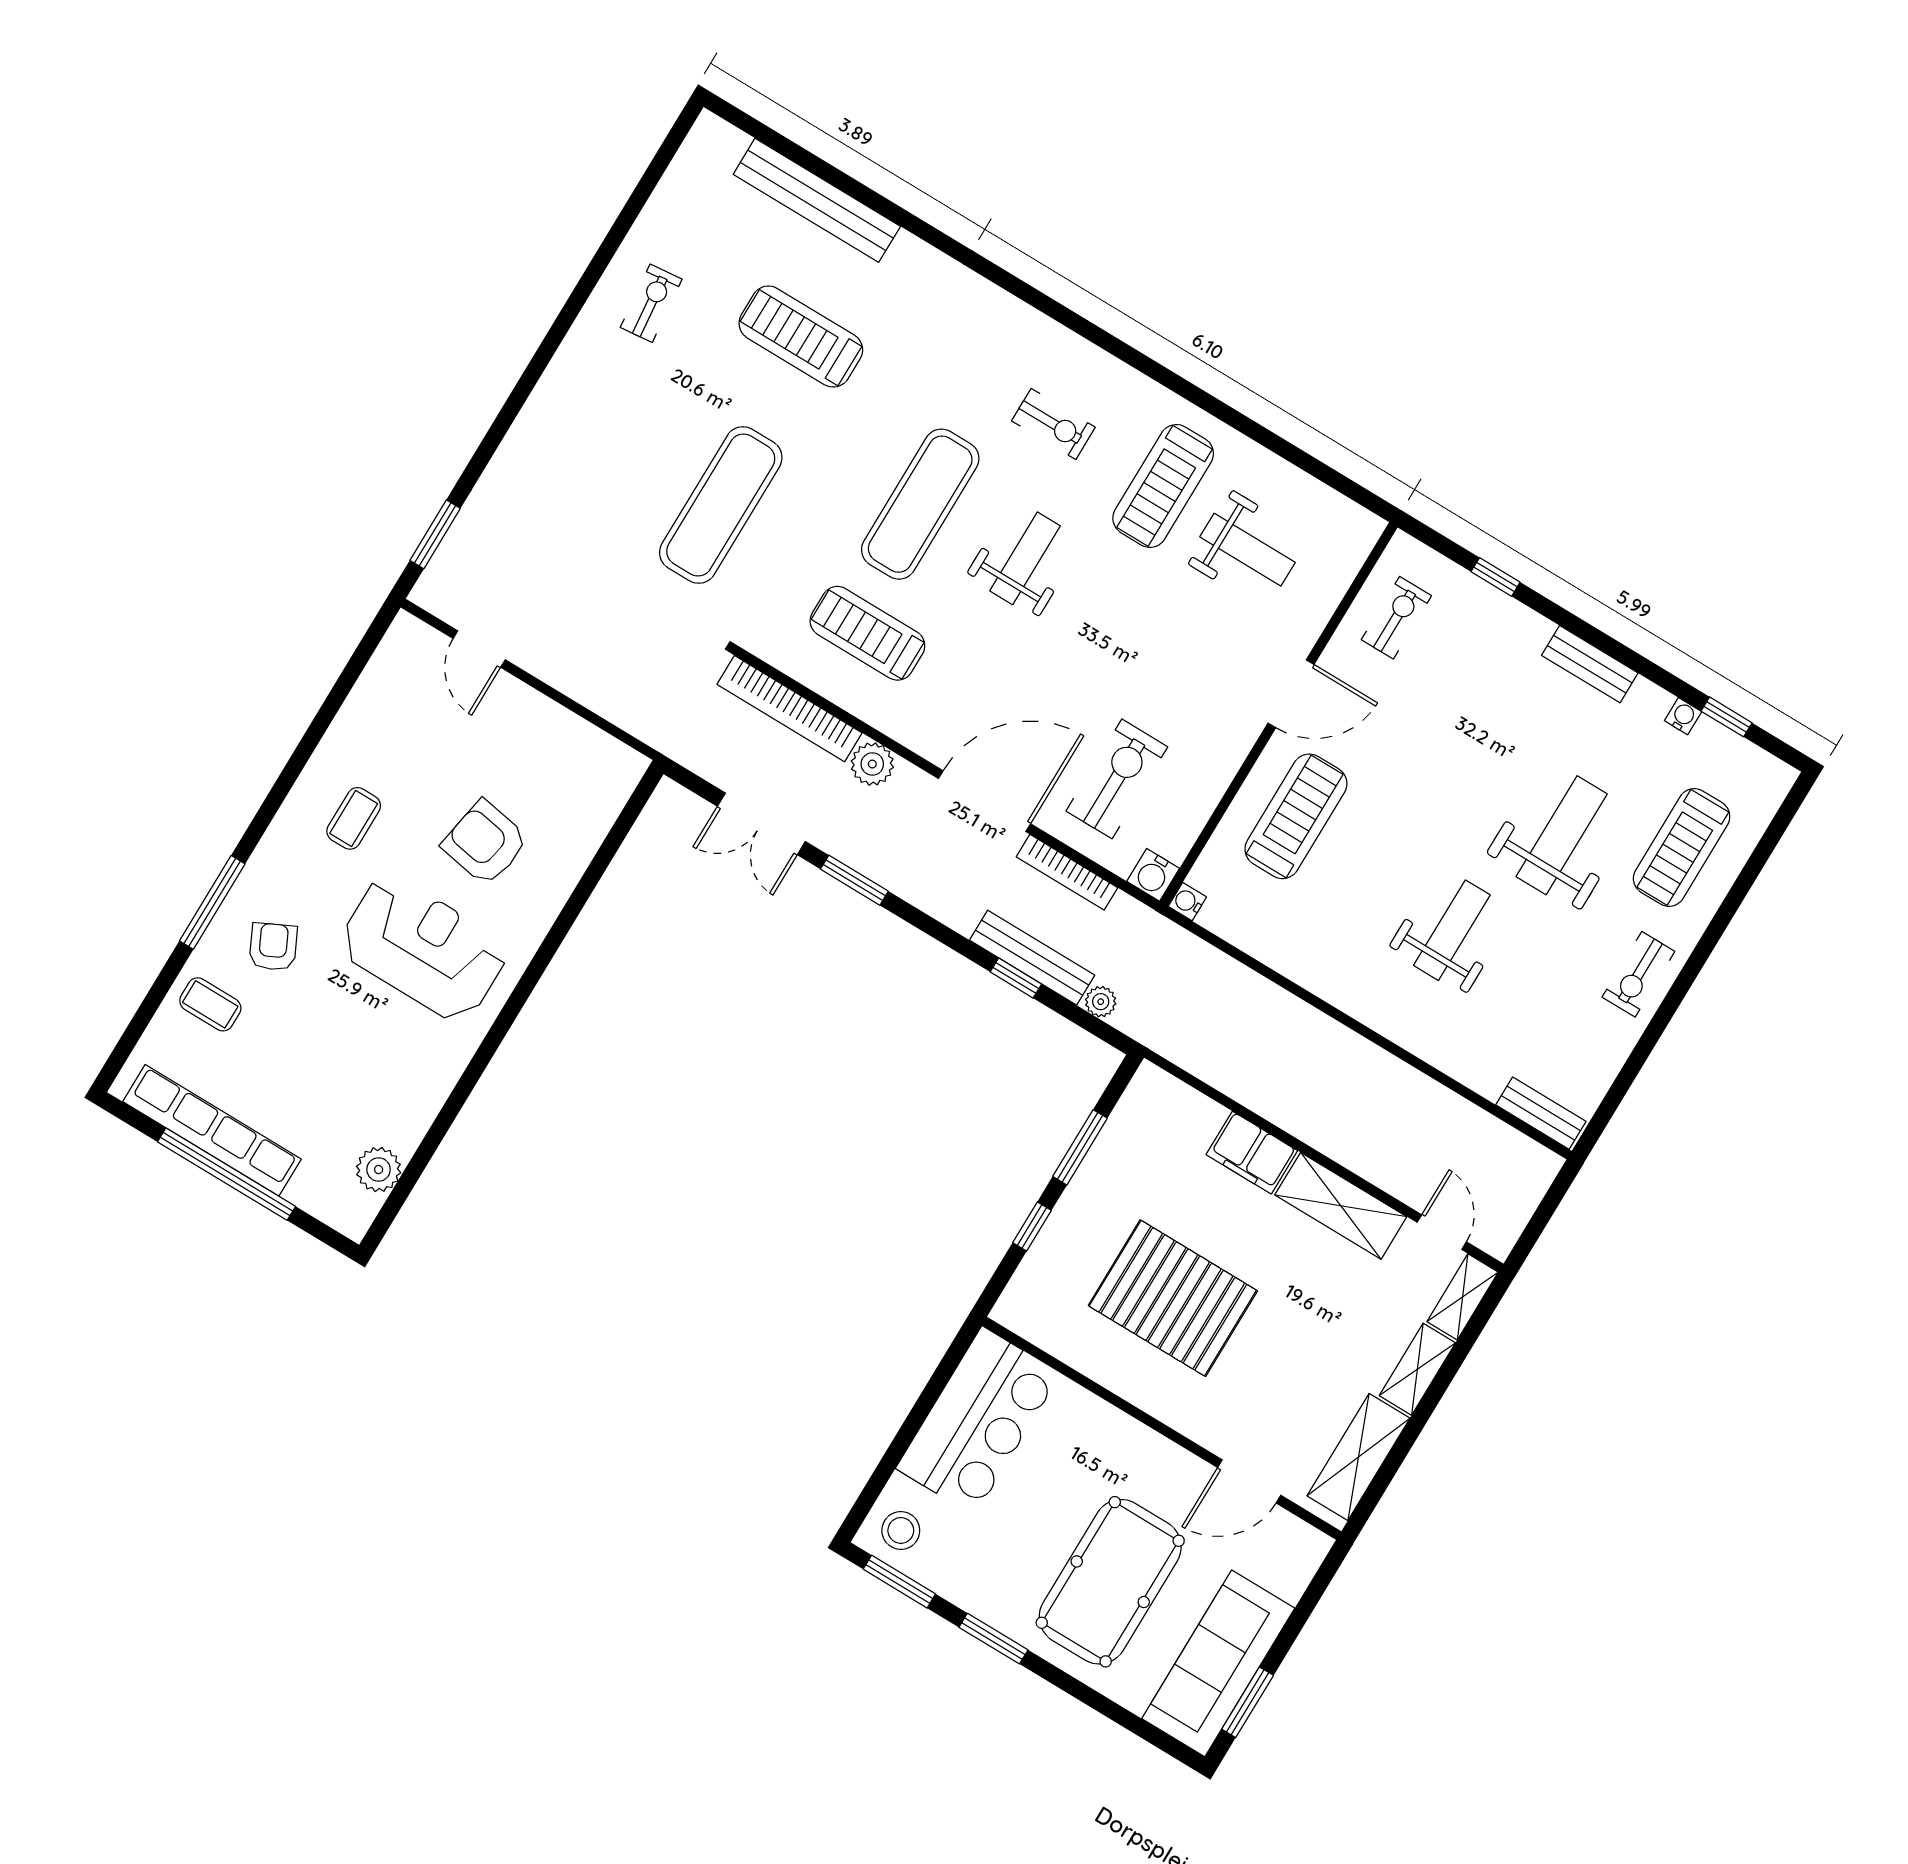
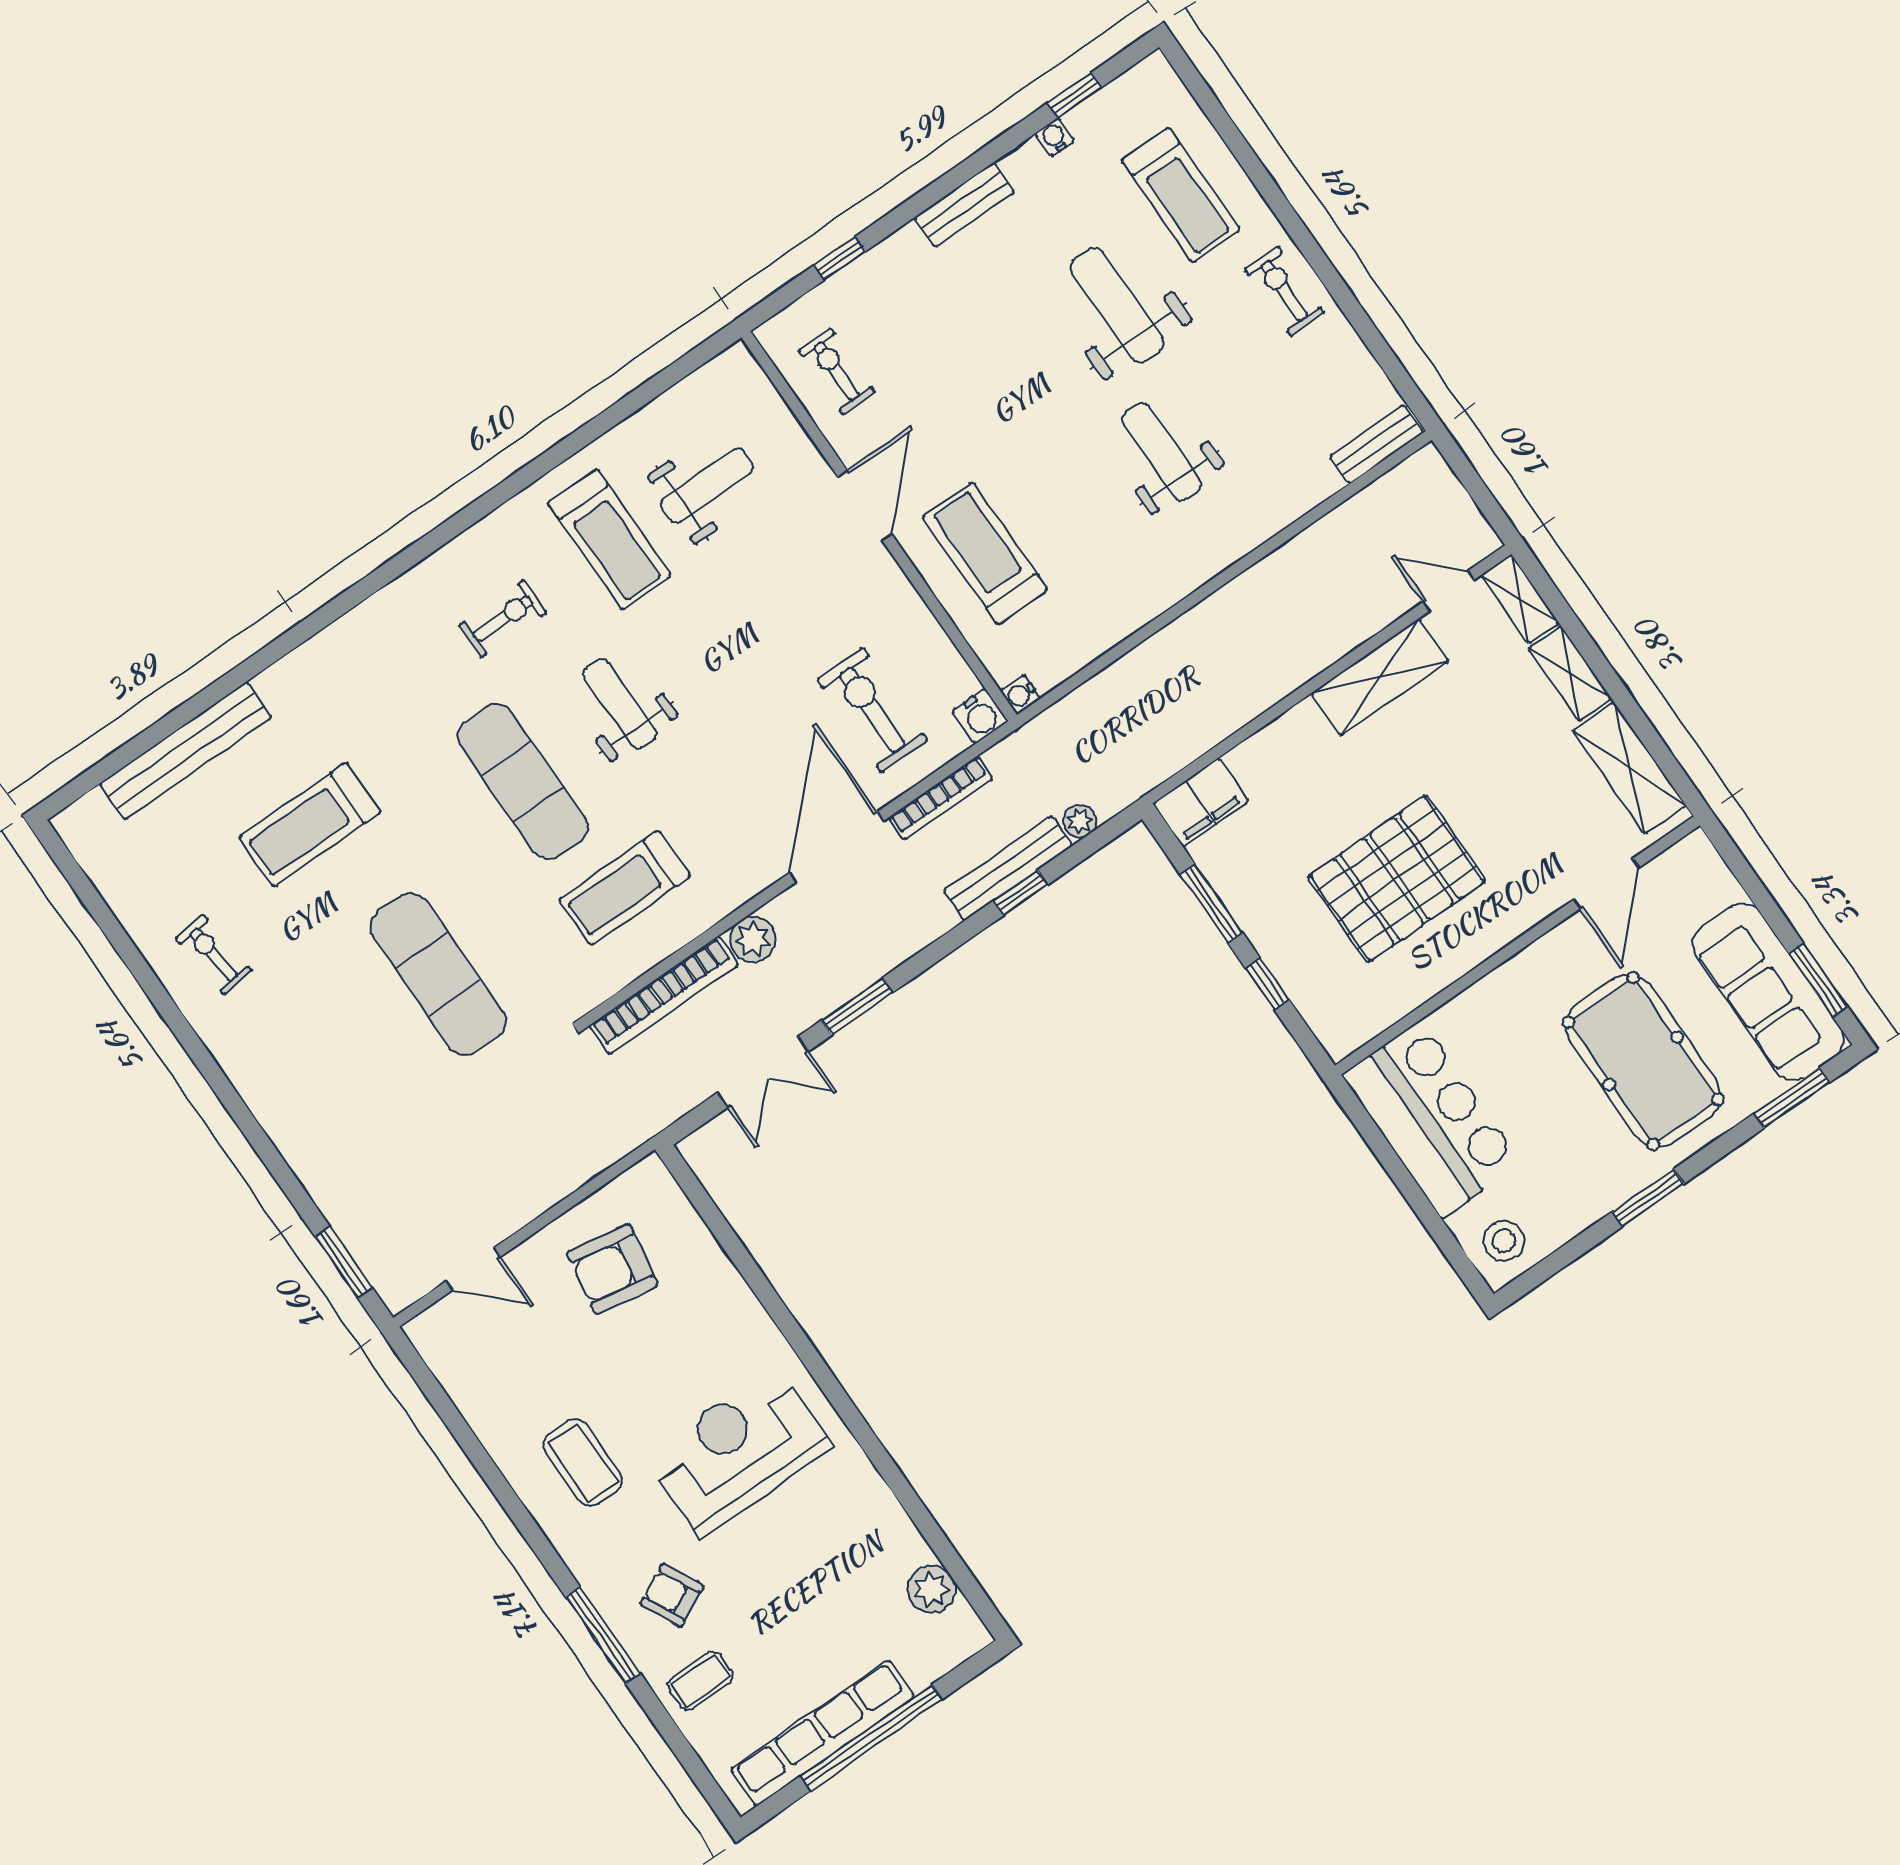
coffee table: (354, 818) -> (583, 1463), width x1.36, depth x1.30
armchair: (485, 843) -> (612, 1269), moved
exercise bike: (1638, 974) -> (1284, 291), turned 180
filing cabinet: (1252, 1153) -> (1201, 802), moved
window: (899, 1582) -> (1792, 1098), moved

